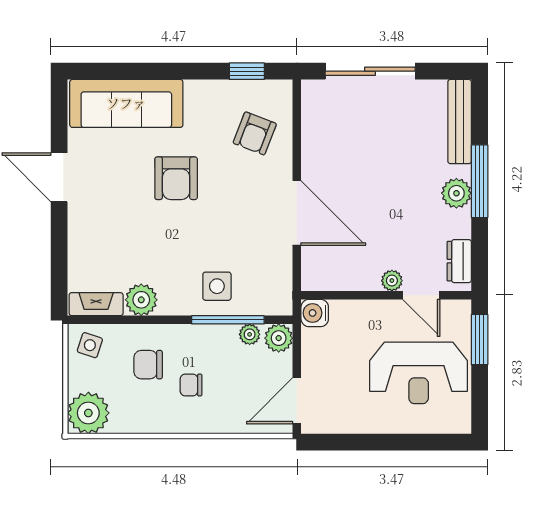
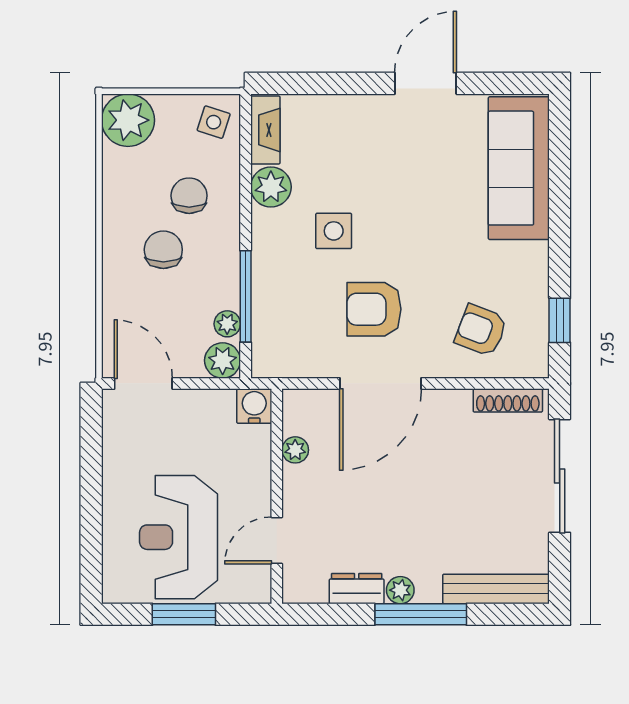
shoe rack: (310, 112) -> (508, 400), added
armchair: (176, 178) -> (374, 309), moved
plant: (456, 193) -> (400, 590), width x0.73, depth x0.73
dresser: (459, 261) -> (357, 589), moved
plant: (392, 281) -> (295, 450), moved
side table: (217, 286) -> (334, 231), moved
window: (480, 340) -> (184, 614), moved
chair: (191, 385) -> (163, 250), width x1.37, depth x1.37

